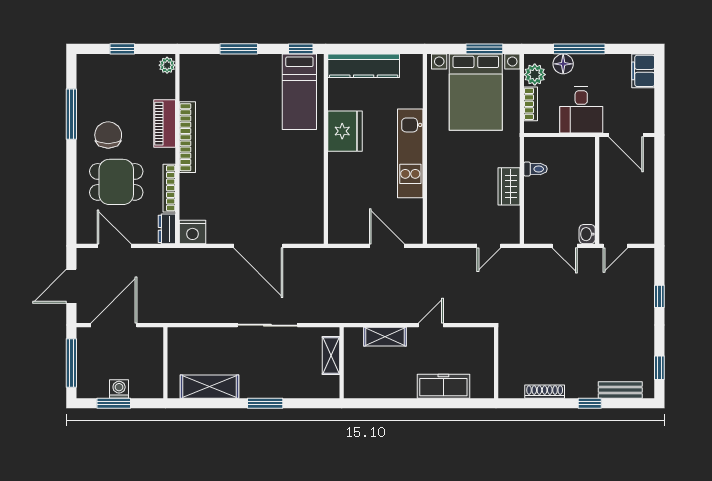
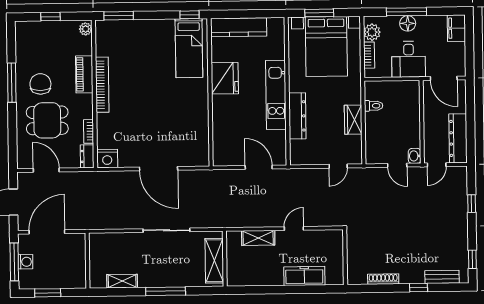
window: (239, 49) -> (119, 16), moved
window: (484, 49) -> (319, 13), moved
floor lamp: (563, 64) -> (408, 23), moved
window: (71, 114) -> (12, 83), moved
dresser: (437, 181) -> (297, 116), added
bookcase: (169, 188) -> (89, 131), width x0.64
dresser: (643, 212) -> (458, 138), added
shelving: (331, 355) -> (214, 261), width x1.50, depth x1.33
shelving: (210, 387) -> (122, 281), width x0.67, depth x0.75
washing machine: (119, 389) -> (25, 262), moved, turned 90
window: (265, 403) -> (166, 291), width x1.44

